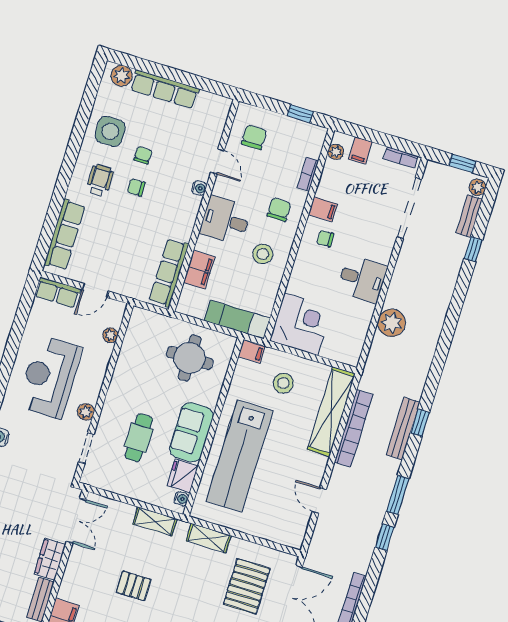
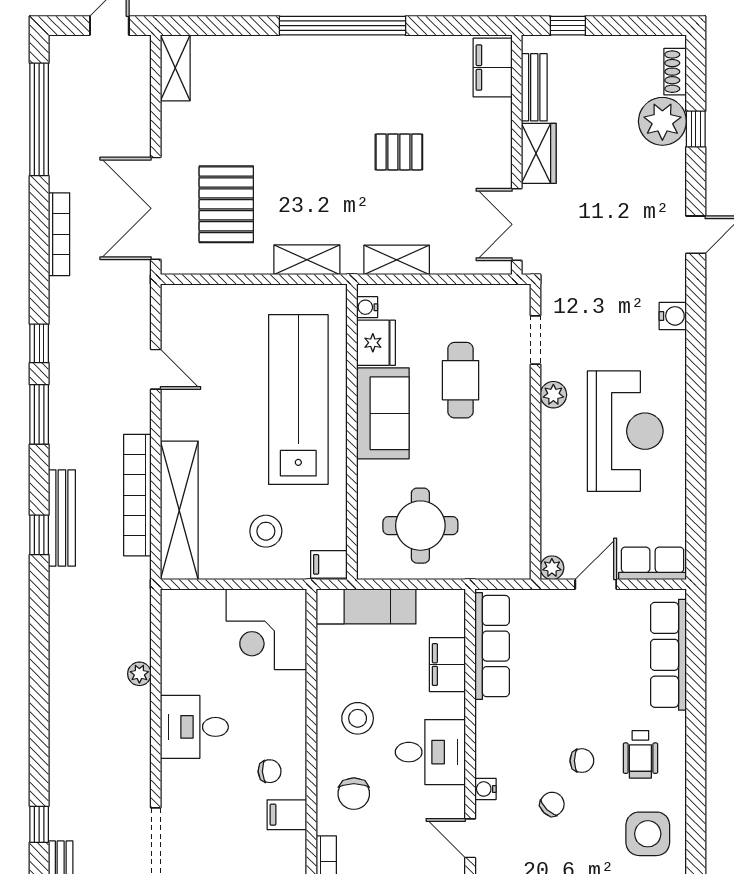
chair: (143, 155) -> (552, 804), moved, turned -136
plant: (392, 323) -> (139, 674), width x0.53, depth x0.53
plant: (110, 335) -> (552, 568), moved

